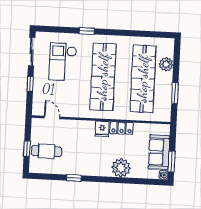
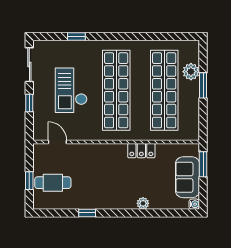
window: (87, 31) -> (76, 36), moved
checkout: (63, 62) -> (71, 90), moved
window: (175, 93) -> (203, 85), moved
fridge: (102, 129) -> (118, 153), removed
window: (171, 161) -> (203, 164), moved
plant: (121, 168) -> (143, 203), width x0.53, depth x0.53

